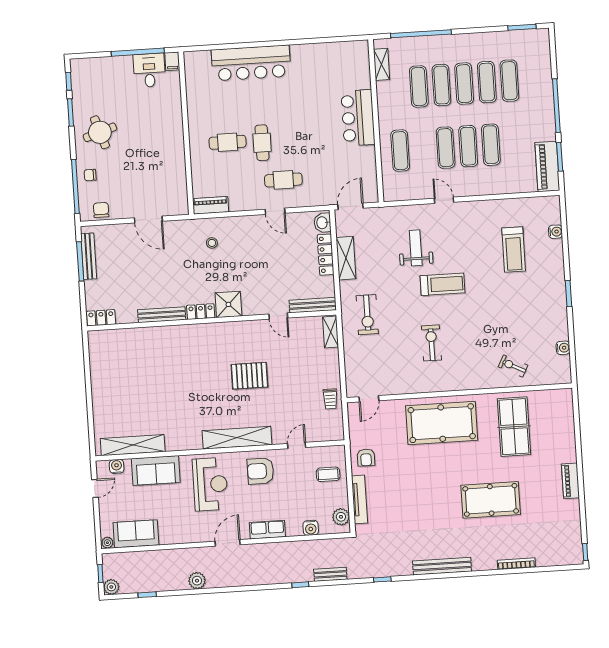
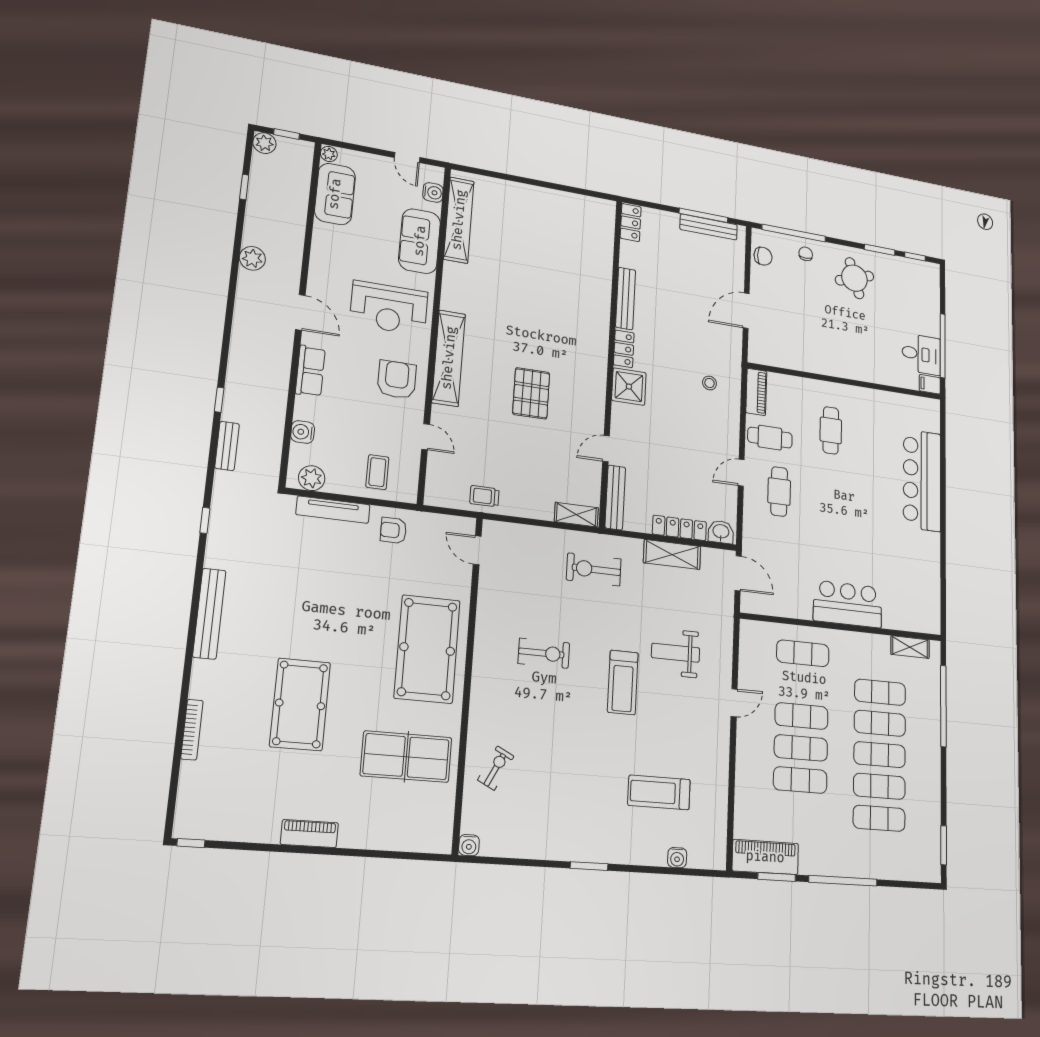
cafe table: (262, 143) -> (770, 438), moved
weight bench: (416, 248) -> (676, 653), turned 180
water cooler: (563, 348) -> (469, 845), moved

